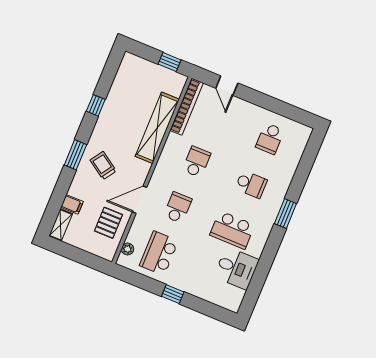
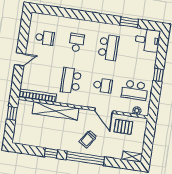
door: (227, 86) -> (20, 59), moved
window: (75, 155) -> (85, 158), width x2.11
school desk: (197, 162) -> (71, 81), width x1.85
filing cabinet: (72, 204) -> (117, 153), removed
school desk: (178, 208) -> (103, 85), turned 180
window: (285, 214) -> (129, 22), moved
desk: (236, 268) -> (147, 40), moved, turned 90

